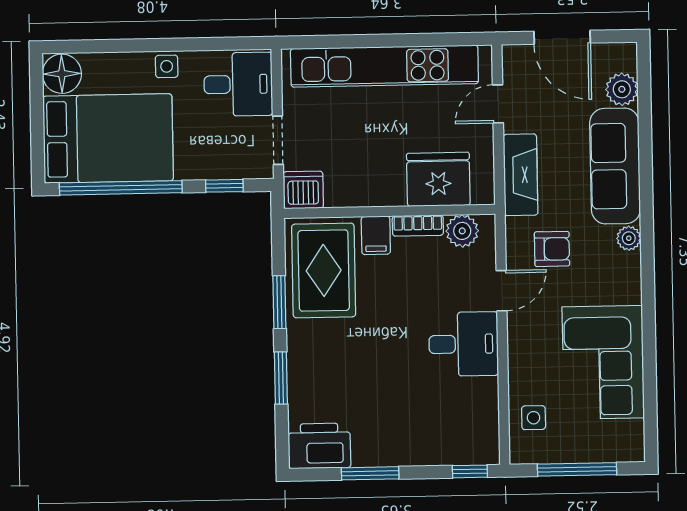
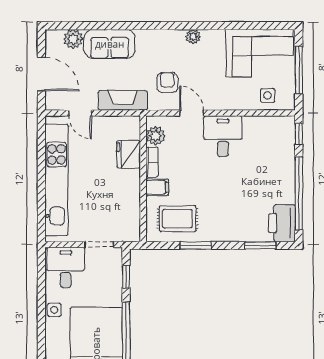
door: (562, 37) -> (41, 74), hinge flipped
sofa: (615, 166) -> (110, 44), width x0.73
fridge: (438, 179) -> (129, 154), width x0.73, depth x0.75
dishwasher: (303, 190) -> (129, 230), removed
plant: (629, 238) -> (193, 37), moved
rug: (324, 270) -> (178, 219), width x0.73, depth x0.70
corner sofa: (603, 362) -> (259, 53), moved
window: (281, 378) -> (260, 245), moved
window: (370, 473) -> (299, 193), width x2.11

